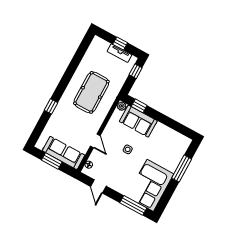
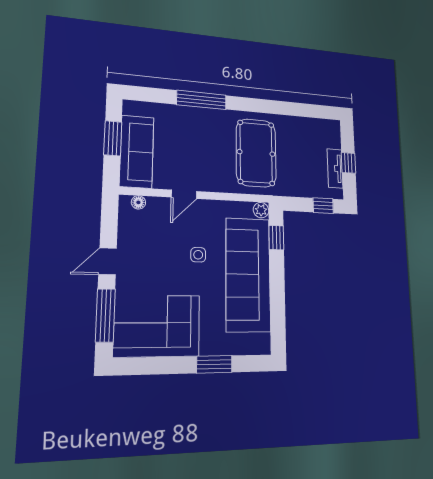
pool table: (91, 92) -> (256, 153), turned 90
window: (51, 106) -> (201, 100), width x2.17
sofa: (138, 121) -> (248, 274), width x1.85, depth x1.27
window: (182, 169) -> (214, 364), width x0.69
door: (98, 186) -> (108, 261), moved

